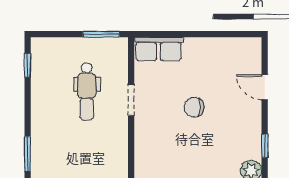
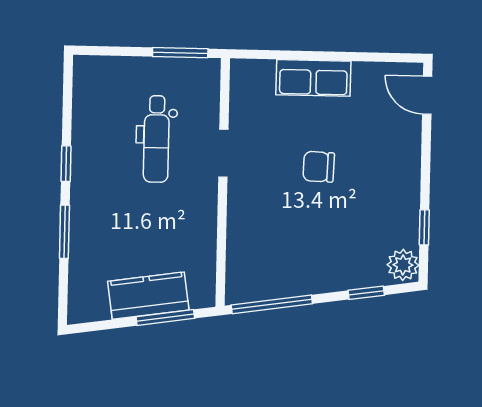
row of seats: (159, 49) -> (313, 78), moved
window: (28, 65) -> (66, 164), moved
door: (265, 87) -> (427, 95), moved

